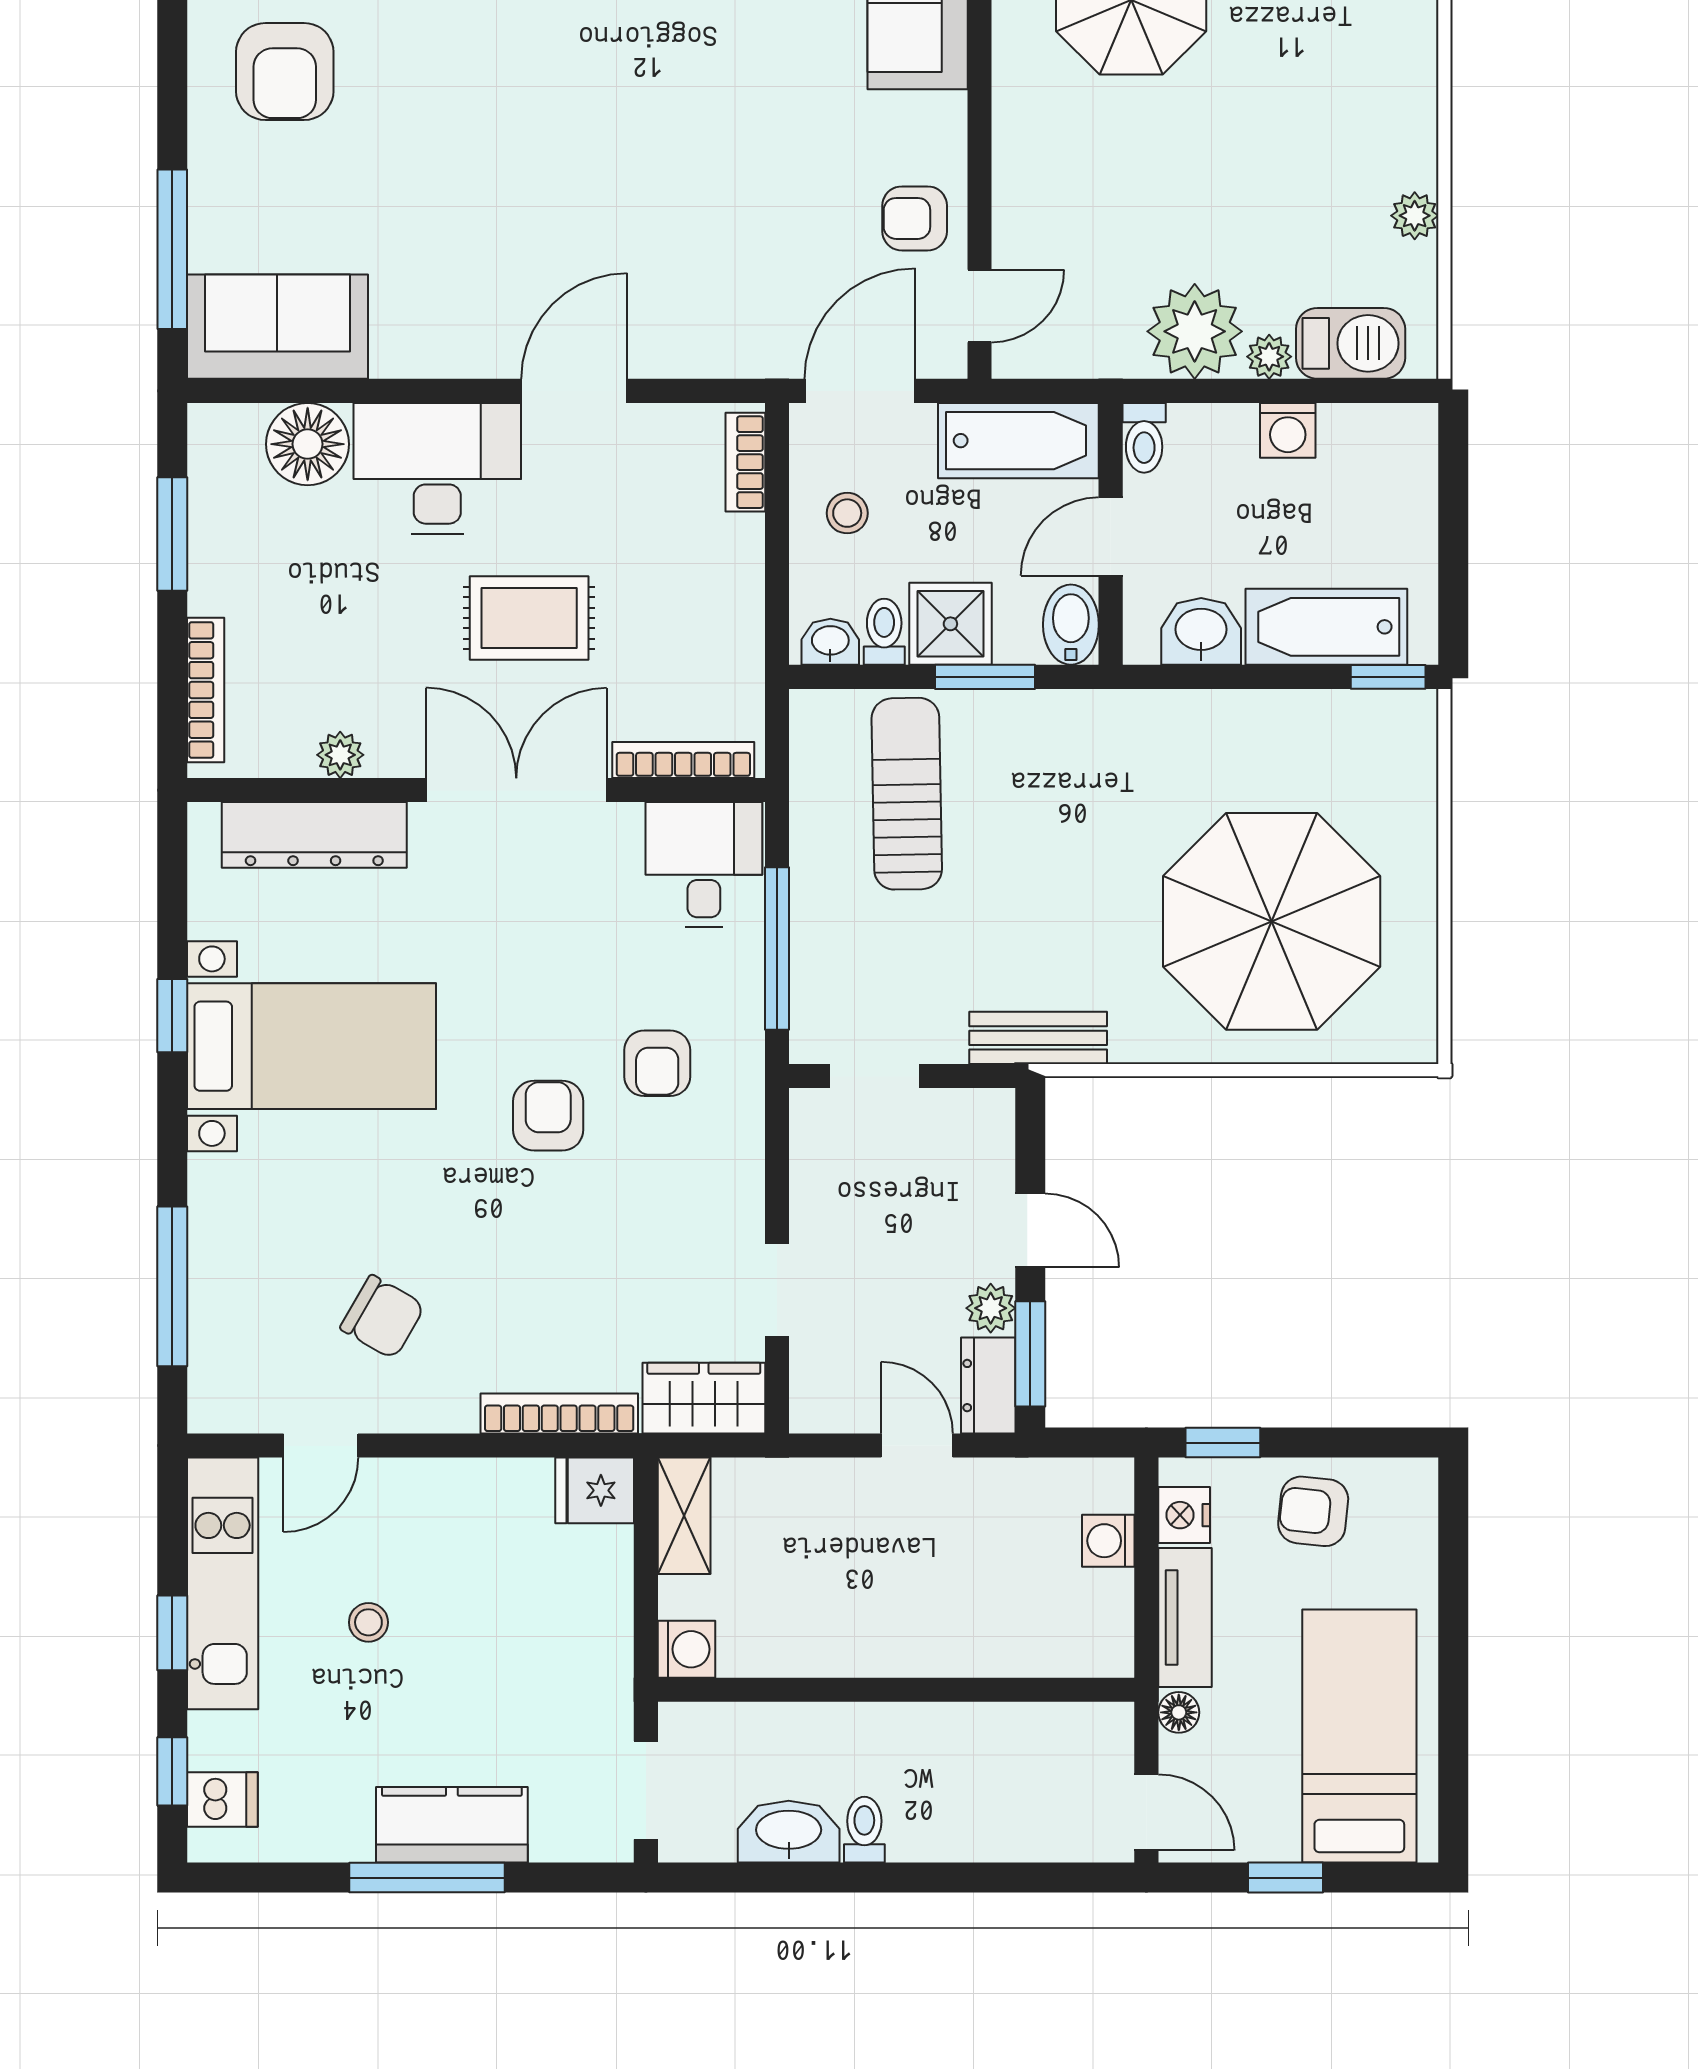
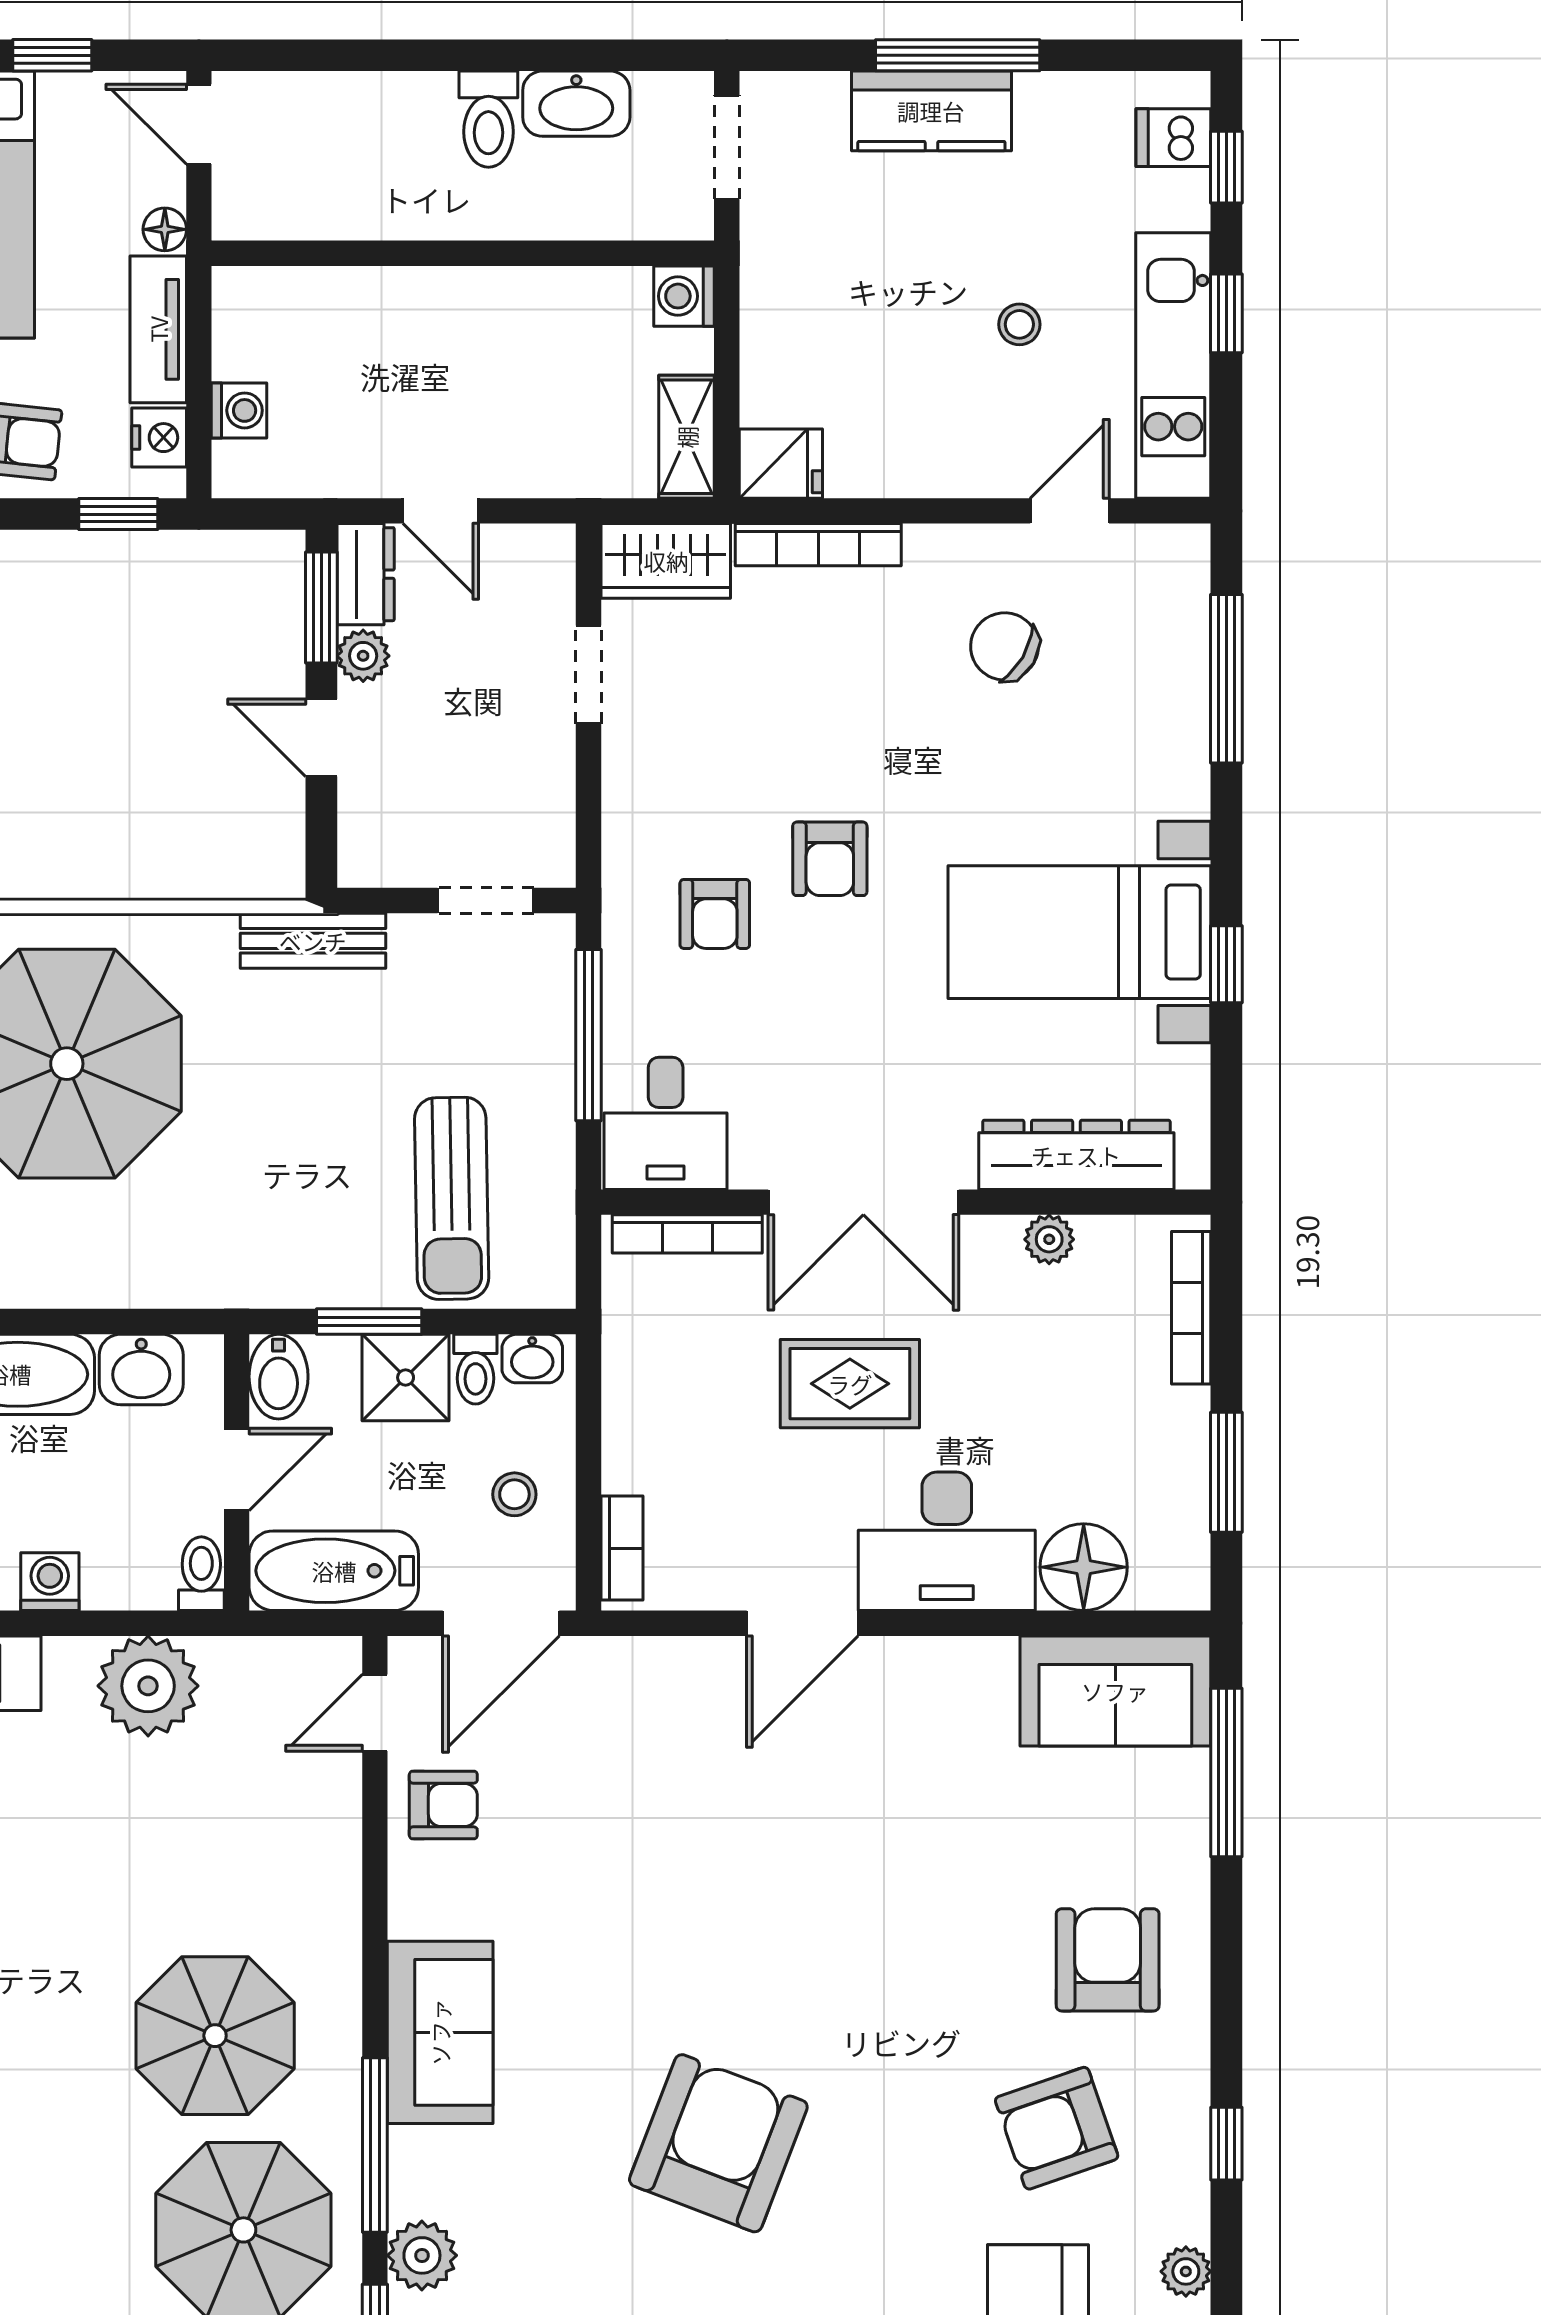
plant: (1269, 357) -> (69, 1659), removed
armchair: (657, 1063) -> (715, 914), turned 180
toilet: (864, 1830) -> (488, 119), width x1.37, depth x1.39

